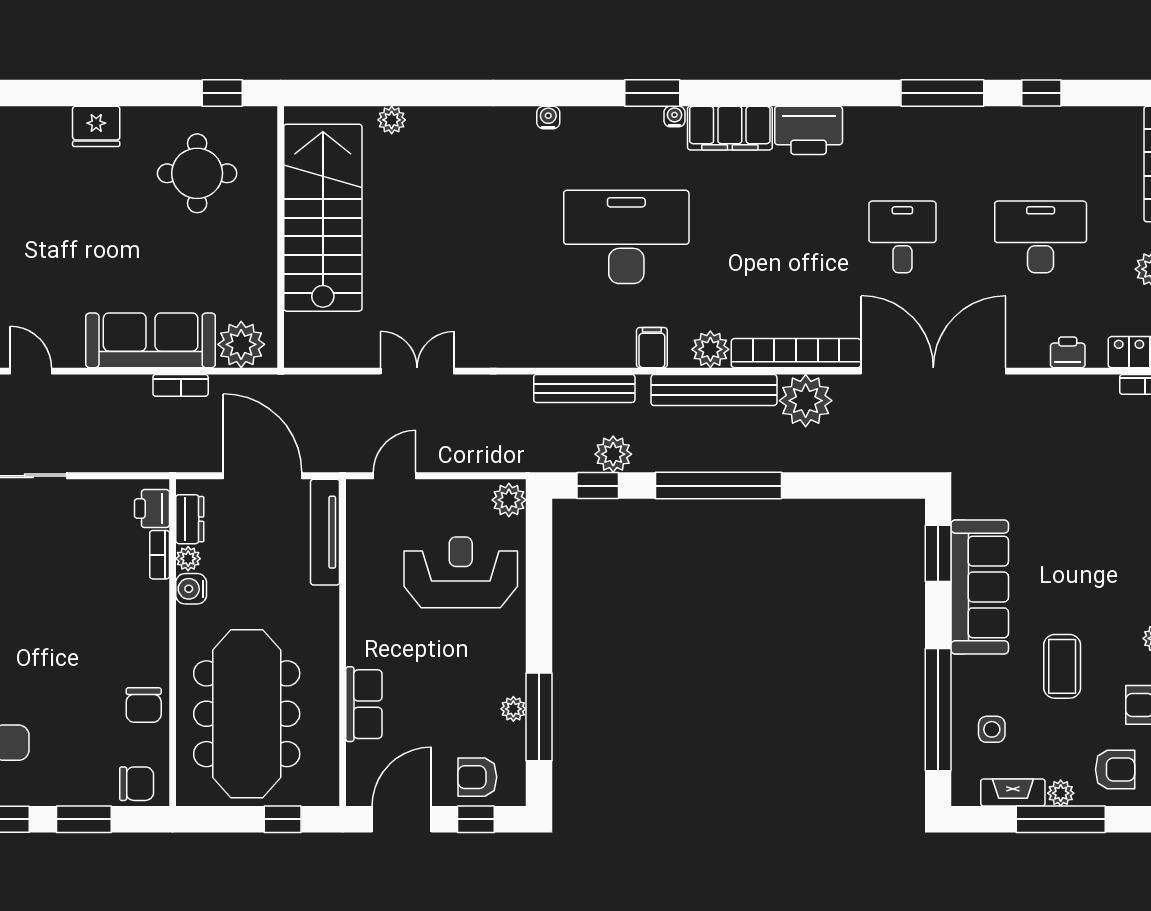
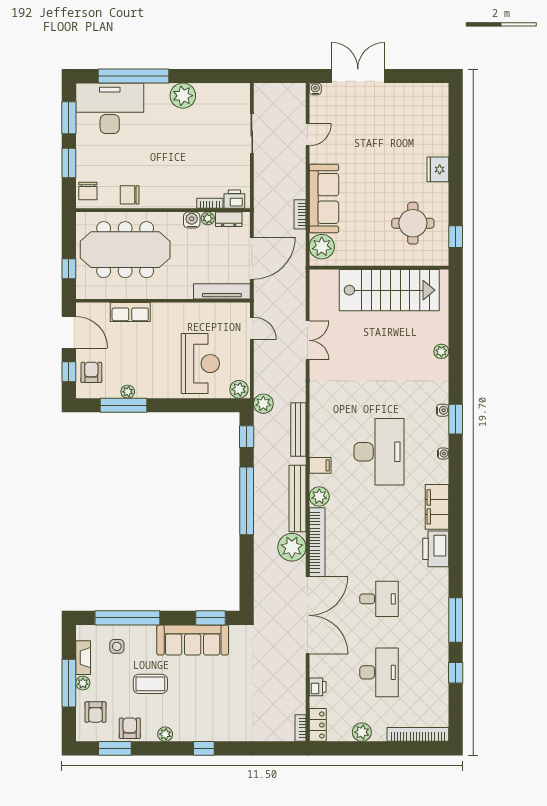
window: (652, 93) -> (456, 419), moved
water cooler: (675, 116) -> (443, 454), moved
plant: (392, 120) -> (441, 351), moved
plant: (613, 454) -> (263, 404), moved

